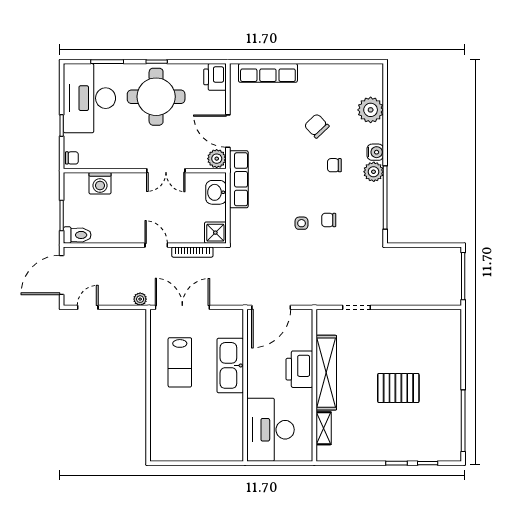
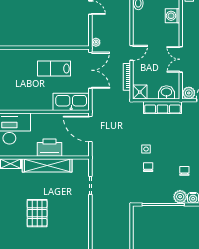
row of seats: (239, 179) -> (162, 108), moved
kitchen sink: (230, 365) -> (71, 102), moved

